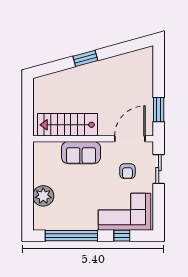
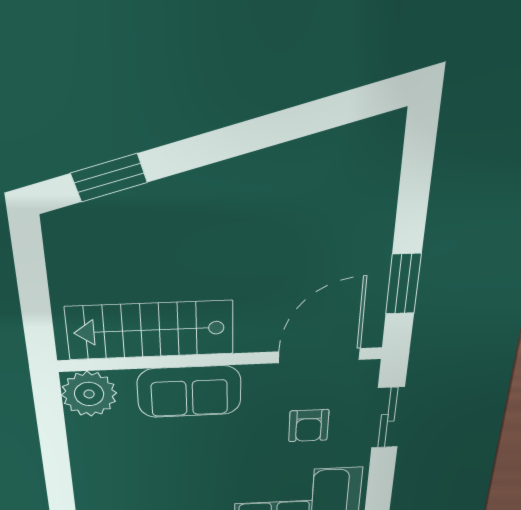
window: (85, 58) -> (109, 178), moved
plant: (43, 196) -> (89, 394), moved

